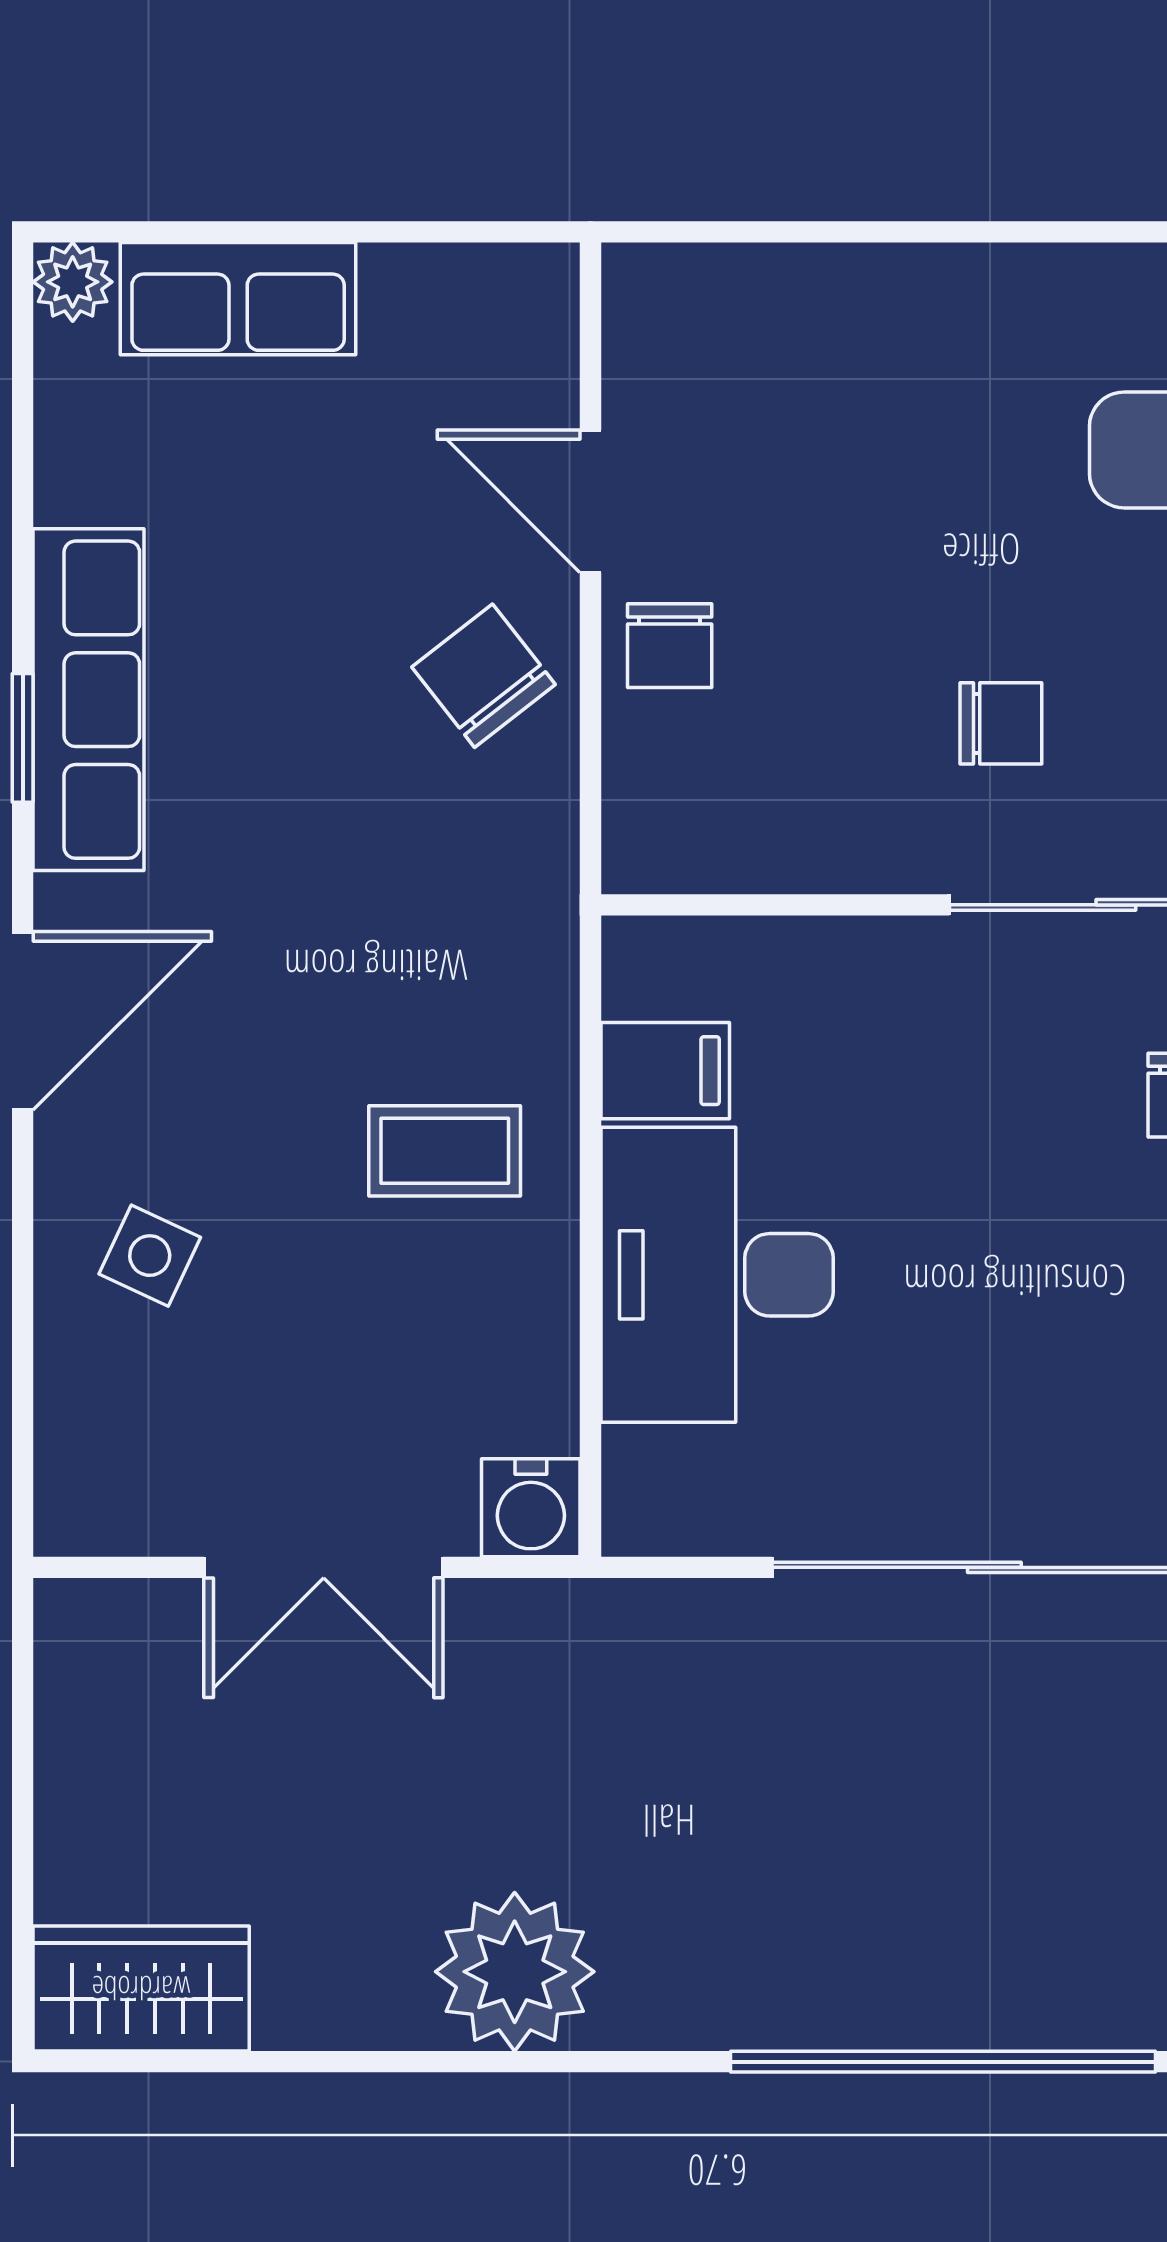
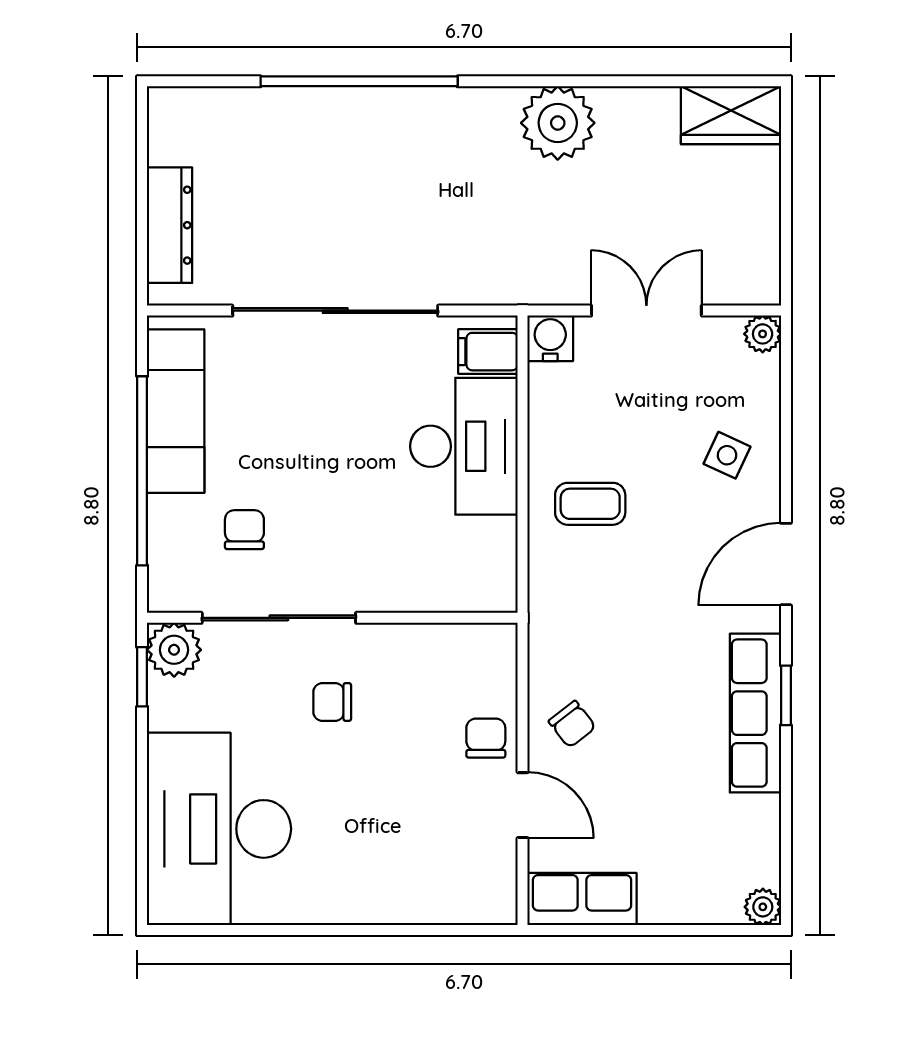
row of seats: (238, 299) -> (582, 899), moved
chair: (484, 676) -> (572, 724), width x0.73, depth x0.73
filing cabinet: (665, 1071) -> (488, 352), moved
plant: (73, 1517) -> (763, 334), added

